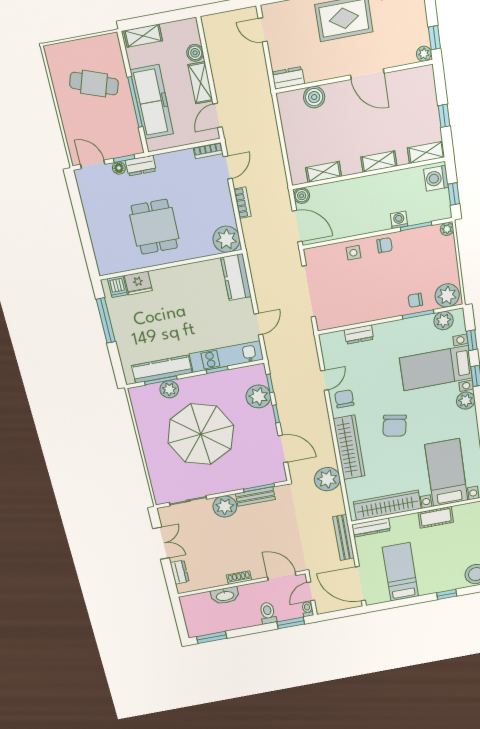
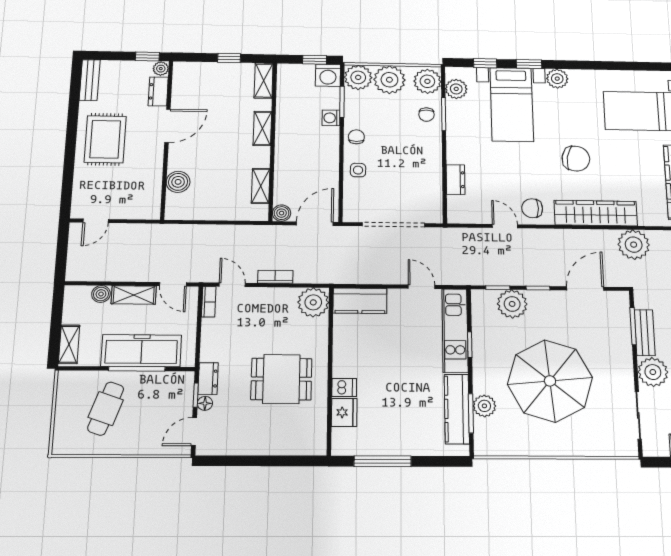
dresser: (288, 78) -> (158, 91), moved
washing machine: (436, 178) -> (328, 75), moved
plant: (447, 229) -> (358, 77), width x1.87, depth x1.87
plant: (444, 263) -> (389, 80), added
dishwasher: (117, 287) -> (344, 388), moved

